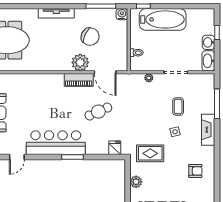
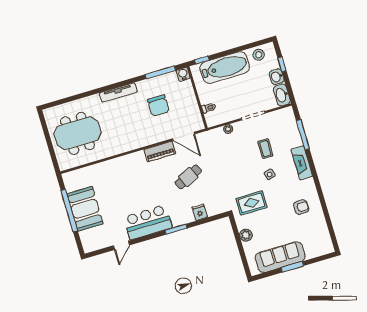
stool: (198, 17) -> (259, 55), added
chair: (90, 37) -> (158, 105), turned 65
plant: (80, 62) -> (156, 134), removed
bar counter: (56, 143) -> (148, 222), width x0.73
fridge: (115, 148) -> (200, 212), moved

